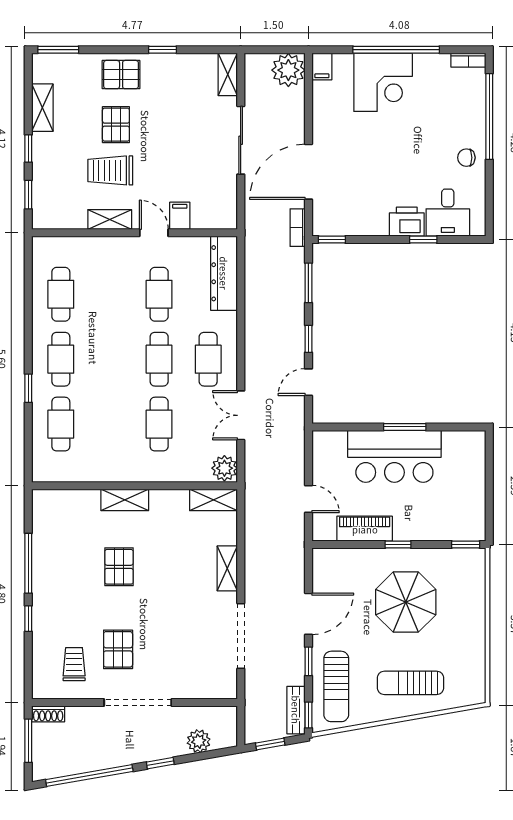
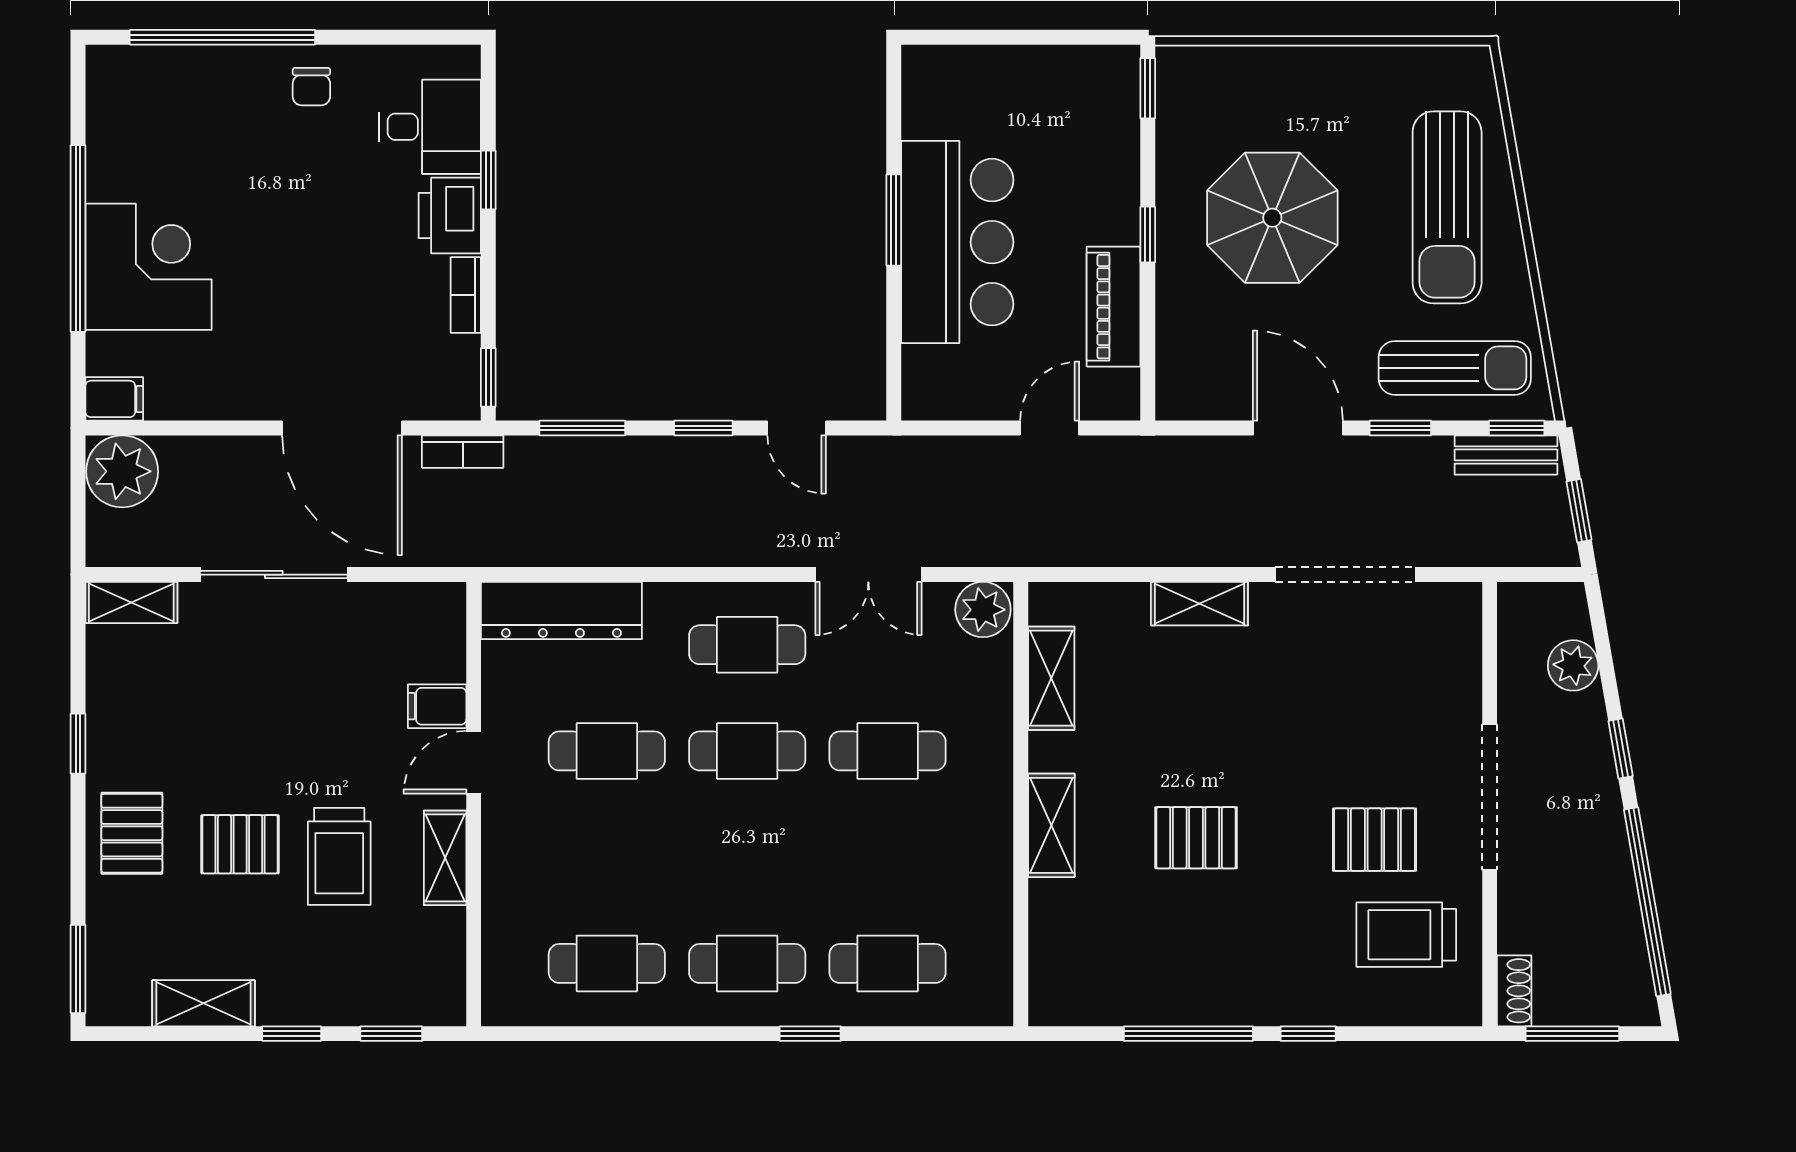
bookcase: (468, 60) -> (466, 295), moved, turned 180
shelving: (213, 500) -> (1051, 678), moved
trolley: (74, 664) -> (1406, 935), width x1.36, depth x1.39
sun lounger: (410, 683) -> (1447, 207), width x1.36, depth x1.34

